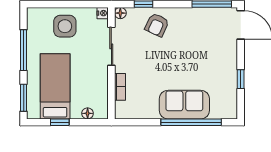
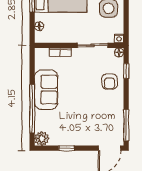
armchair: (157, 25) -> (110, 82), turned -116
sofa: (184, 105) -> (46, 90), moved
plant: (229, 110) -> (42, 139), added

